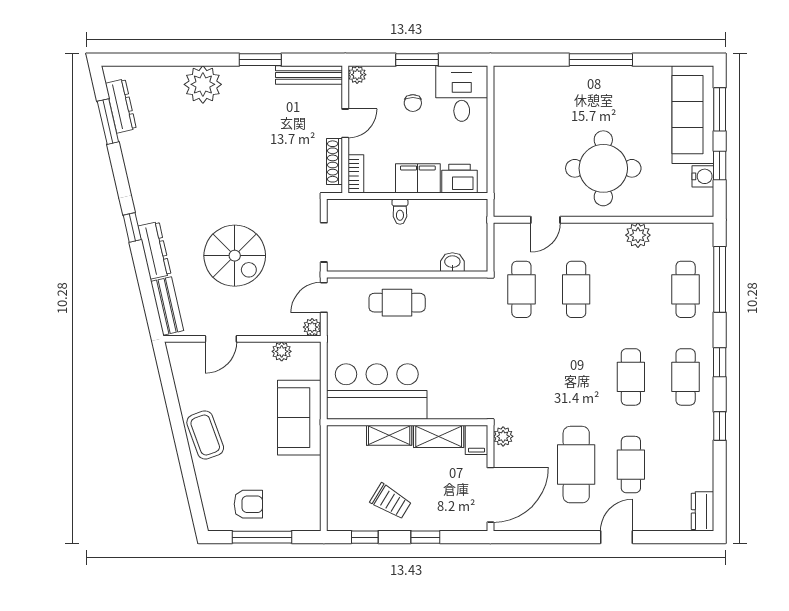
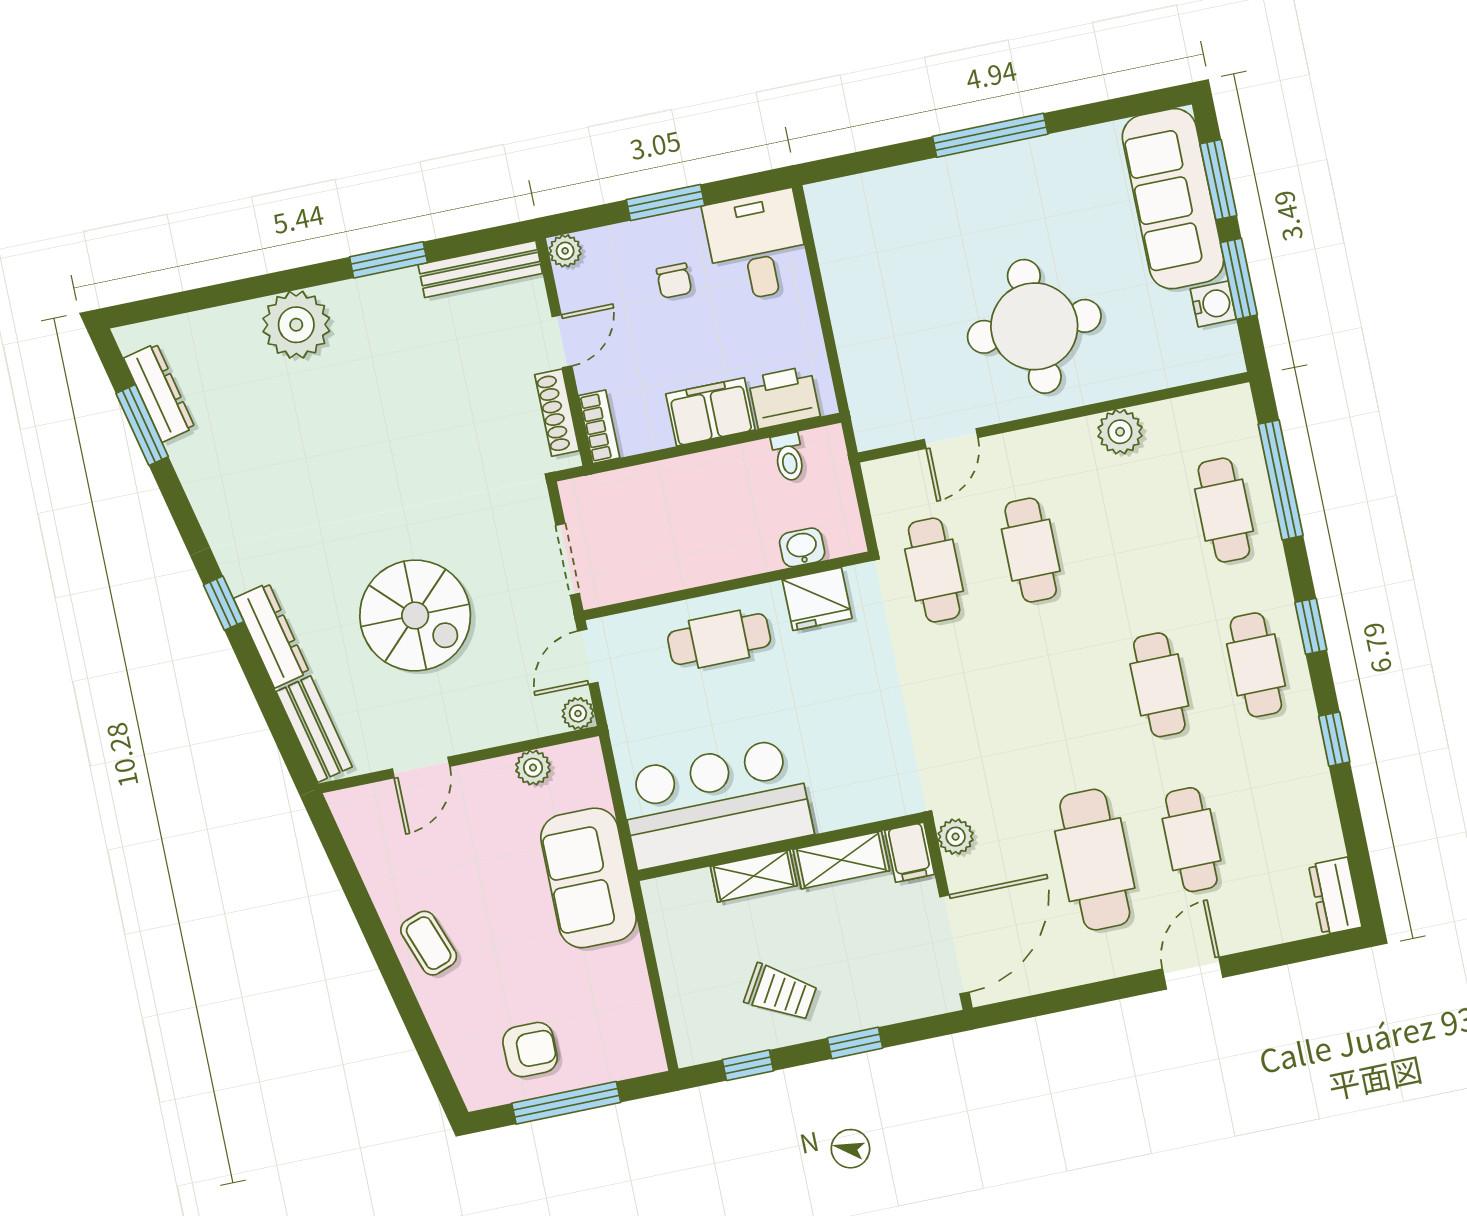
window: (720, 165) -> (1239, 279), width x1.50
toilet: (400, 212) -> (788, 457), moved
fridge: (455, 292) -> (817, 599), added
coffee table: (205, 435) -> (429, 943), width x0.73, depth x0.77

